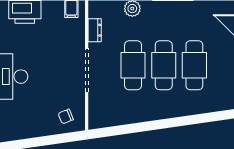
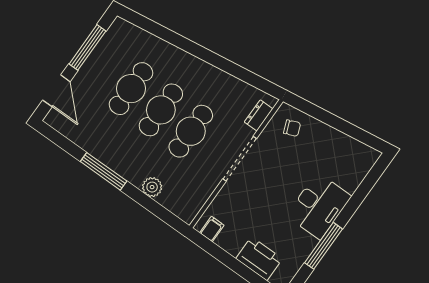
dresser: (95, 30) -> (259, 115), moved

